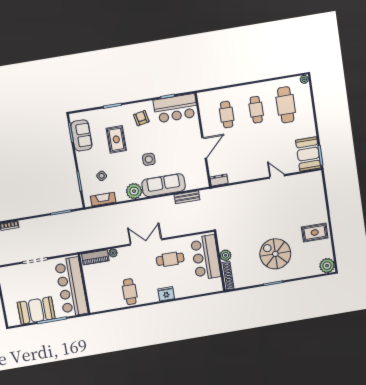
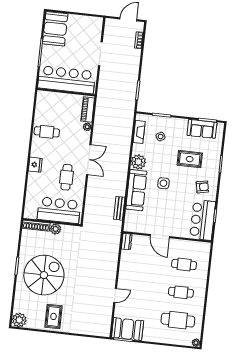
spiral stairs: (275, 254) -> (44, 275), width x1.37, depth x1.37
booth: (36, 311) -> (55, 29), moved

